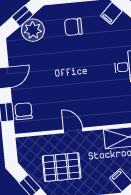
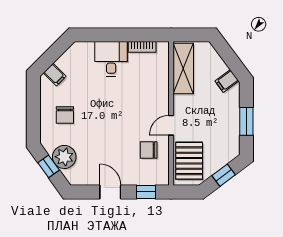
chair: (23, 111) -> (149, 150), moved
pallet: (62, 167) -> (189, 161), moved

